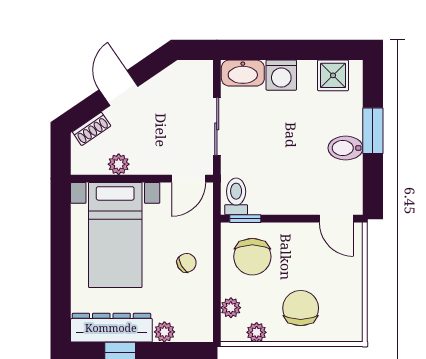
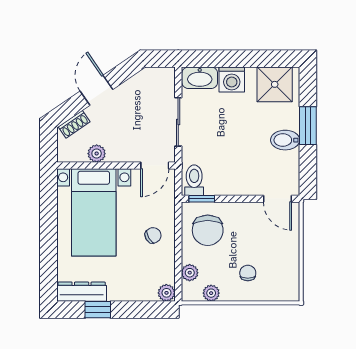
shower: (333, 75) -> (275, 84), width x1.36, depth x1.36
chair: (301, 308) -> (248, 273), width x0.54, depth x0.54
dresser: (111, 328) -> (82, 292), width x0.73, depth x0.80
plant: (164, 332) -> (166, 293), moved

